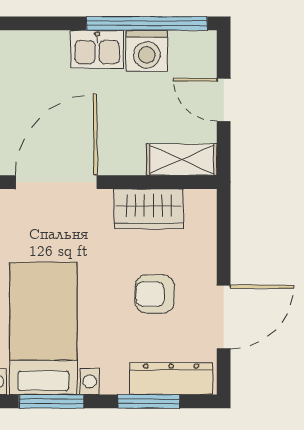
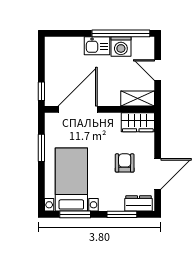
wardrobe: (149, 209) -> (138, 122), moved
armchair: (155, 294) -> (125, 163), turned 90
dresser: (171, 379) -> (139, 203), width x0.70

